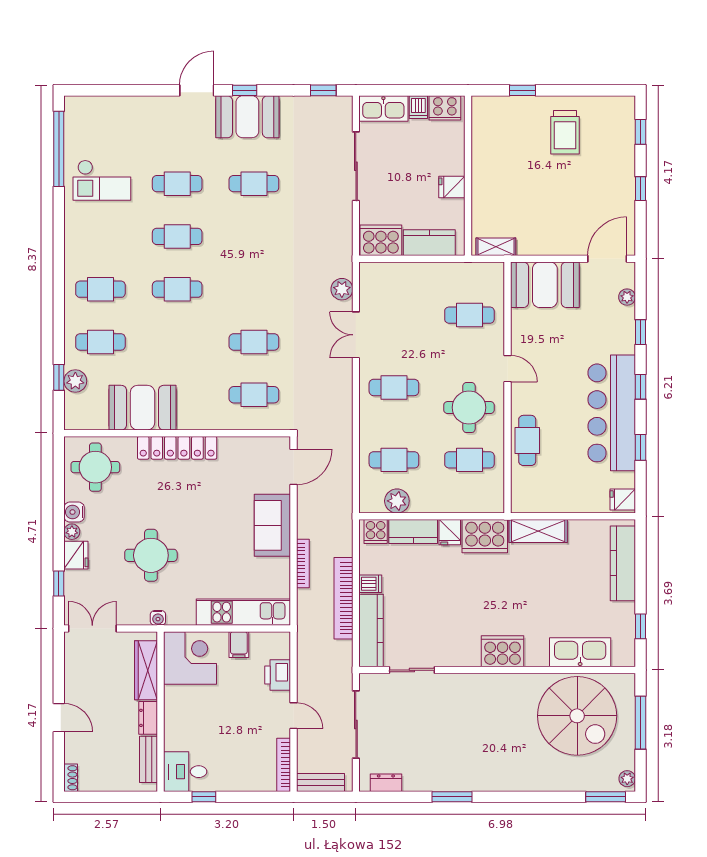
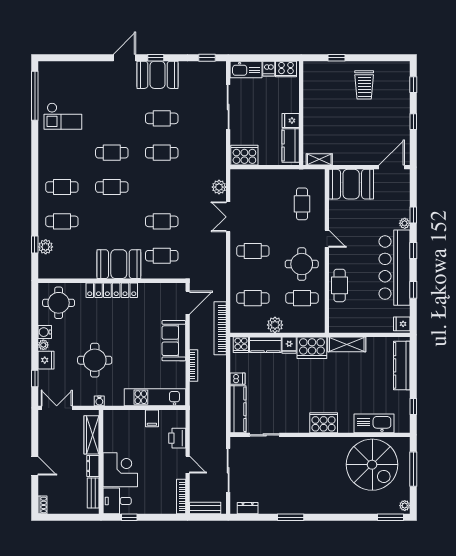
cafe table: (177, 184) -> (162, 153), moved
kitchen counter: (429, 243) -> (291, 146), moved, turned -90
plant: (627, 297) -> (405, 223), moved
cafe table: (469, 315) -> (302, 204), turned 90
booth: (142, 408) -> (119, 264), moved
plant: (397, 501) -> (275, 325), moved
bookcase: (343, 598) -> (220, 328), moved
corner desk: (190, 658) -> (120, 470), moved

